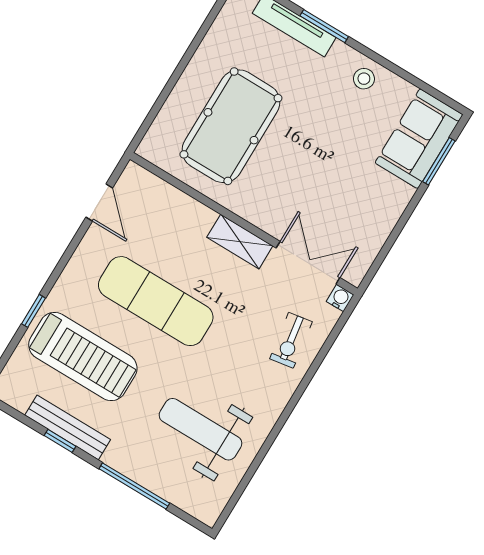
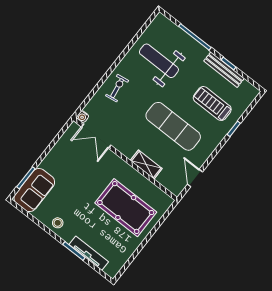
pool table: (231, 126) -> (126, 208), turned 90
shelving: (240, 242) -> (146, 165), moved
exercise bike: (291, 340) -> (117, 88), moved
treadmill: (83, 357) -> (212, 104), width x0.73, depth x0.73
weight bench: (200, 429) -> (159, 61), turned 180

